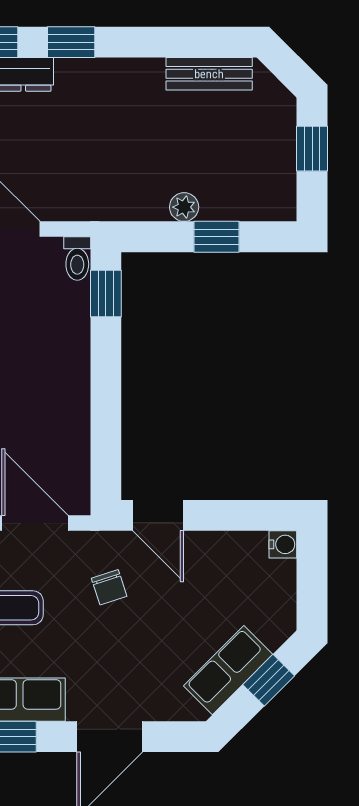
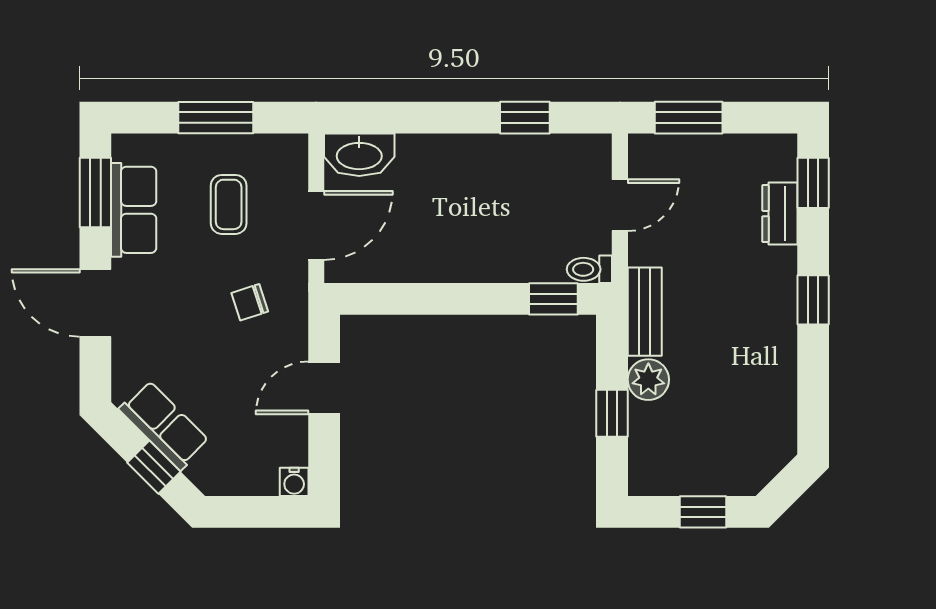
window: (71, 42) -> (813, 300), moved
bench: (209, 74) -> (645, 312), moved
plant: (184, 207) -> (648, 380), width x1.38, depth x1.38
door: (158, 515) -> (324, 388), moved

